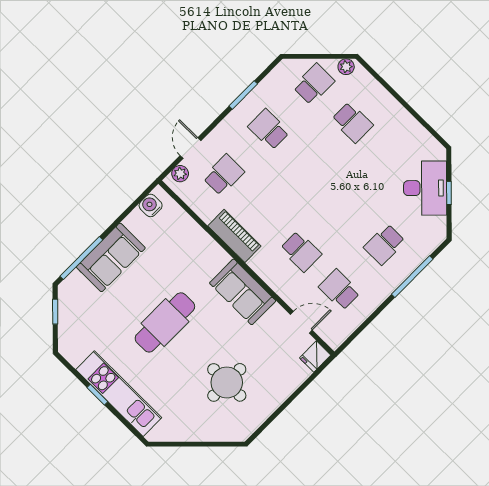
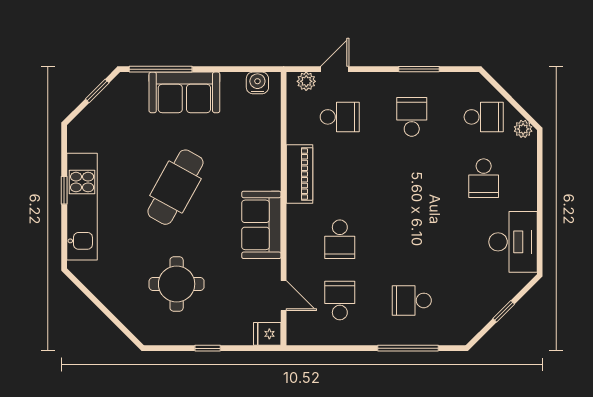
desk: (425, 188) -> (513, 242), moved, turned -45
cafe table: (165, 322) -> (175, 187), turned -61
window: (287, 403) -> (208, 348), added

